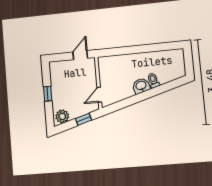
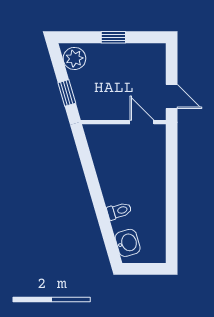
washbasin: (141, 86) -> (128, 243), moved
door: (99, 95) -> (142, 122), moved

